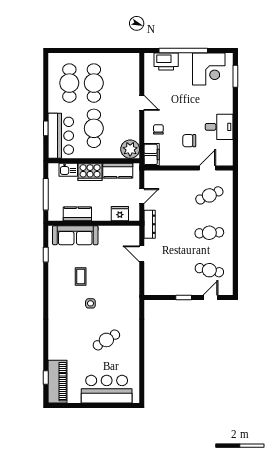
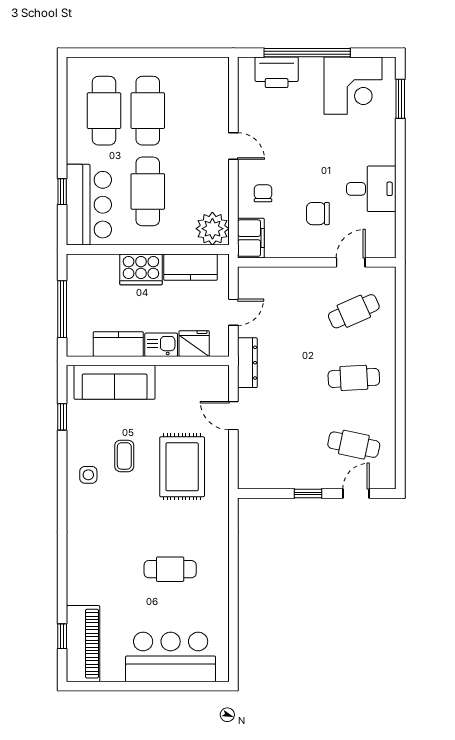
kitchen sink: (68, 170) -> (161, 345), moved, turned 180
rug: (113, 283) -> (182, 467), added
side table: (90, 303) -> (88, 475), moved
cafe table: (106, 340) -> (170, 569), turned 32

